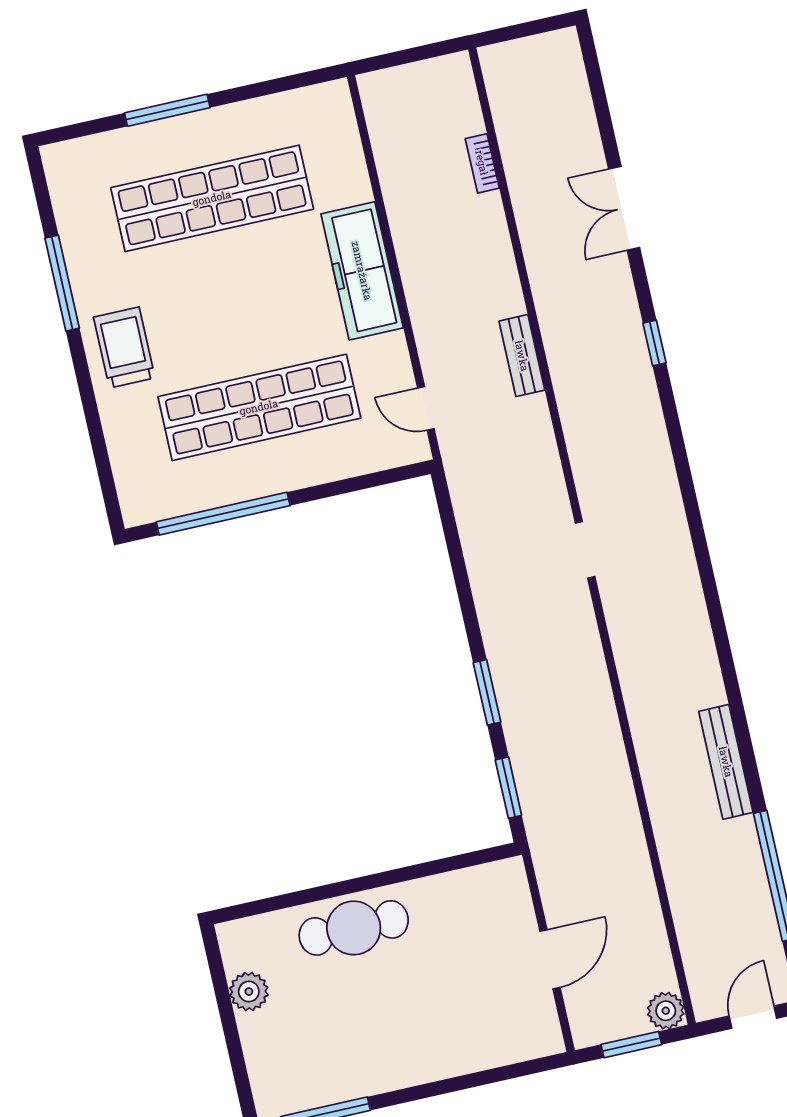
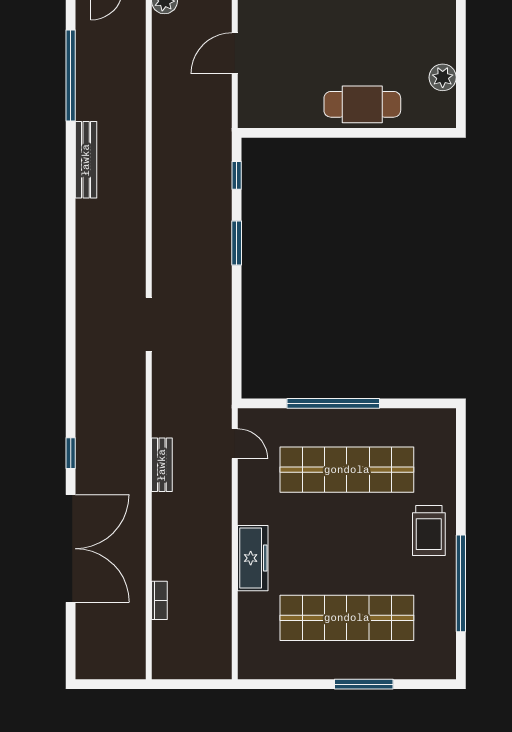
double door: (624, 208) -> (71, 549), width x1.87
freezer: (362, 271) -> (253, 558), width x0.73, depth x0.79
window: (62, 283) -> (461, 583), width x1.46
window: (223, 514) -> (333, 403), moved
doorway: (585, 550) -> (149, 324), width x1.38
window: (508, 788) -> (237, 175), width x0.67

